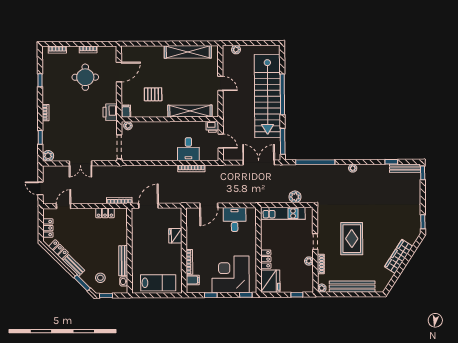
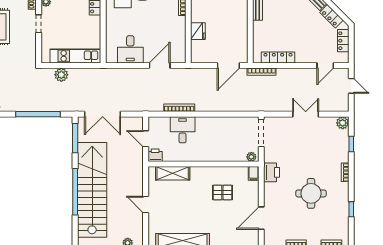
round table: (85, 77) -> (311, 193), moved
shelving: (190, 111) -> (173, 173), width x0.68
locker: (105, 213) -> (278, 58), width x1.53

